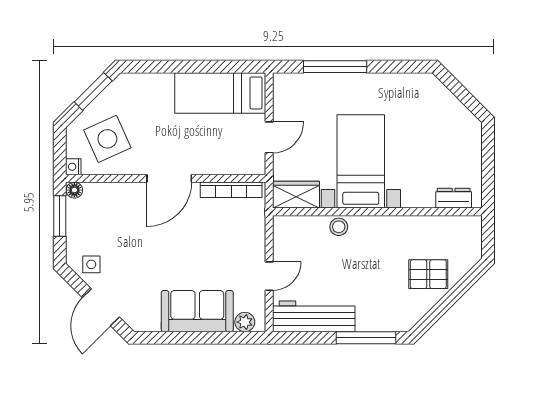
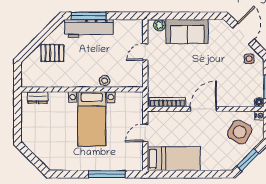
side table: (107, 139) -> (240, 132), turned -36
wardrobe: (296, 195) -> (130, 99), removed
workbench: (314, 316) -> (89, 28), moved

